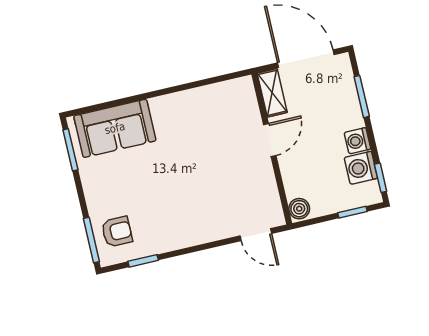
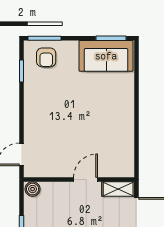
sofa: (115, 128) -> (106, 56), moved, turned -90
door: (270, 140) -> (85, 180), swing flipped

